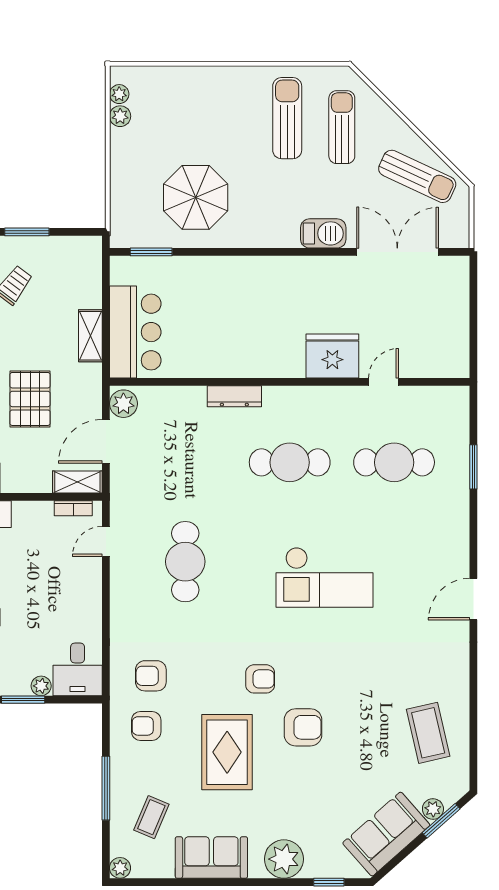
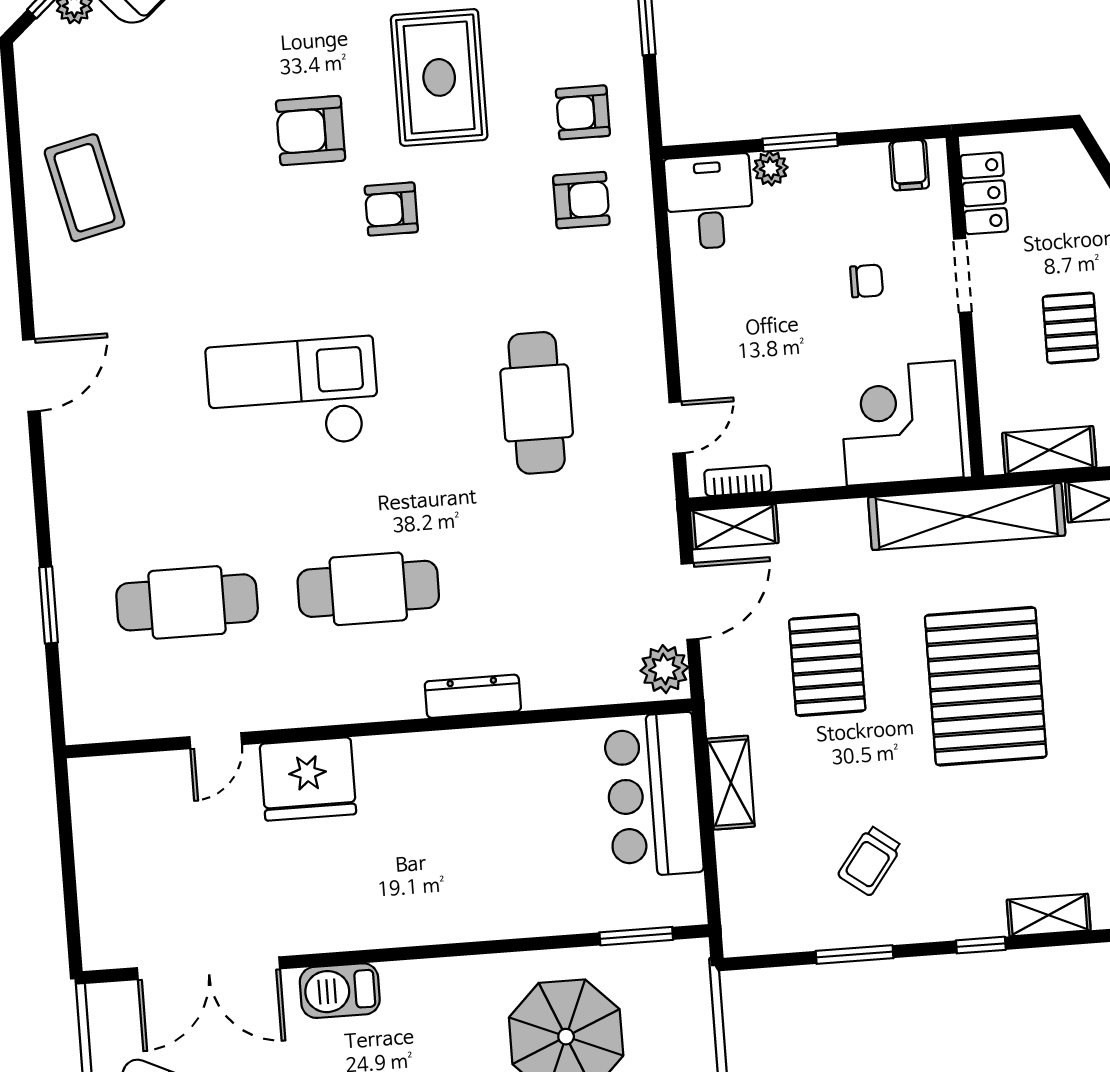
armchair: (146, 726) -> (583, 112), turned 180
coffee table: (428, 733) -> (84, 188), moved

